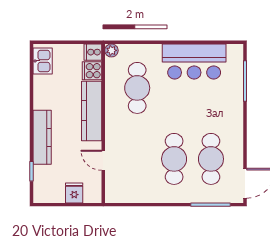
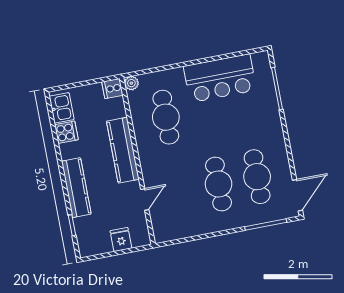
cooker: (92, 71) -> (66, 132), moved, turned 180
door: (103, 160) -> (145, 200), swing flipped

